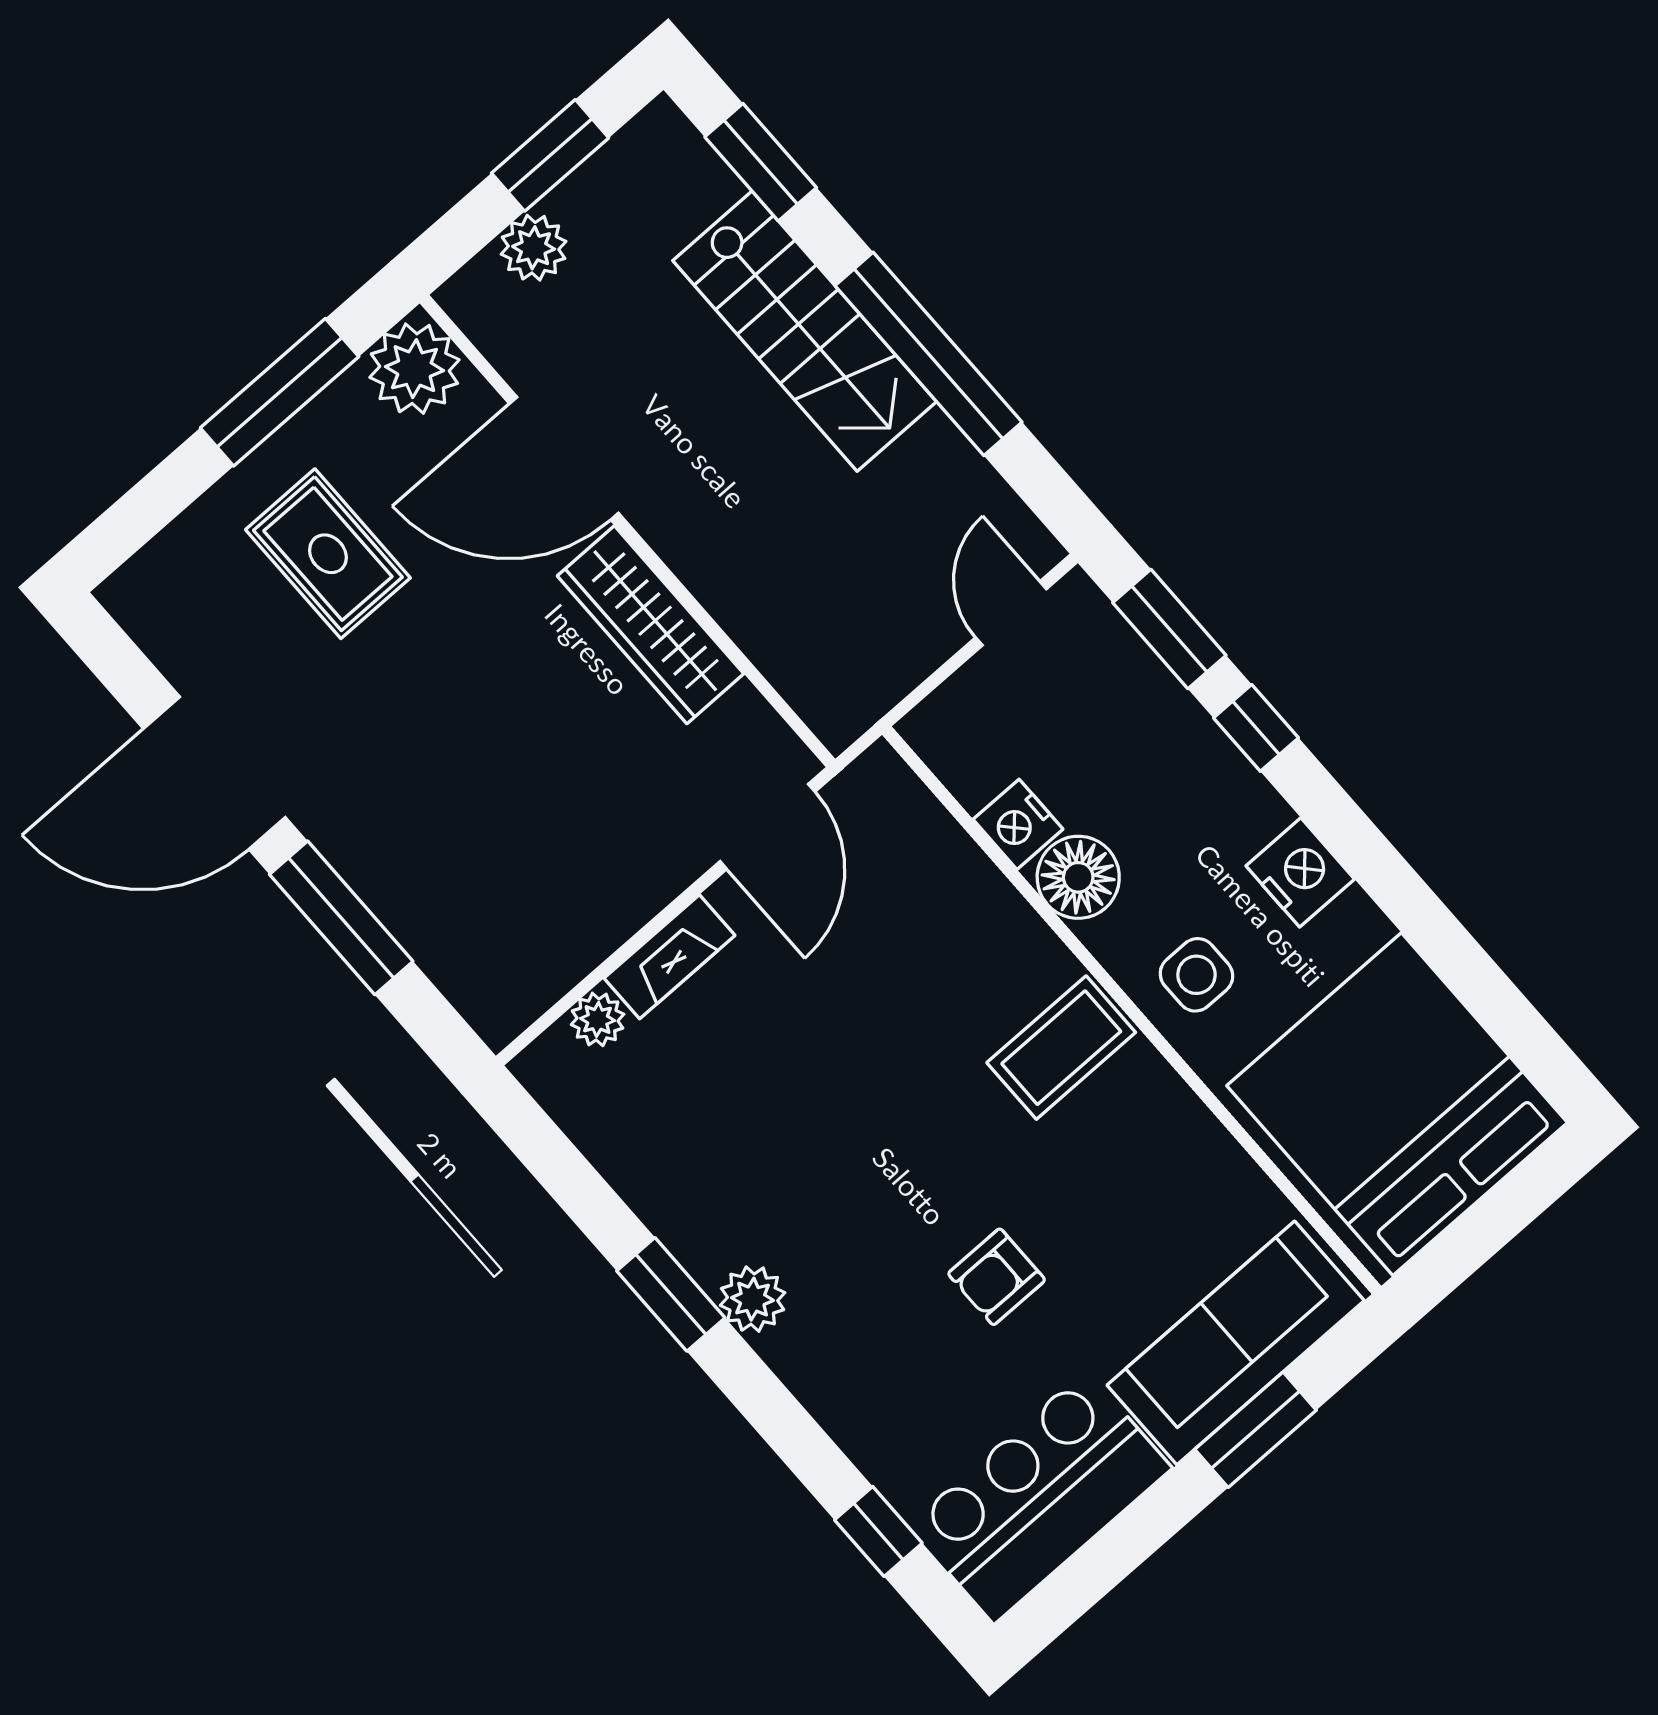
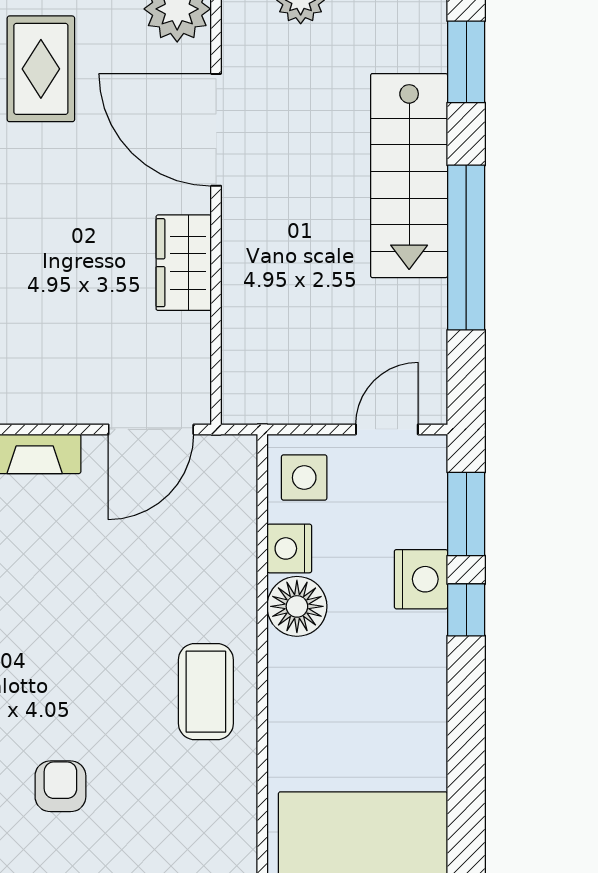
wardrobe: (651, 625) -> (184, 263), width x0.67
nightstand: (1300, 872) -> (421, 579), moved
side table: (1196, 975) -> (304, 478), moved
coffee table: (1061, 1048) -> (206, 692), turned 90
armchair: (997, 1277) -> (60, 786), turned 90

